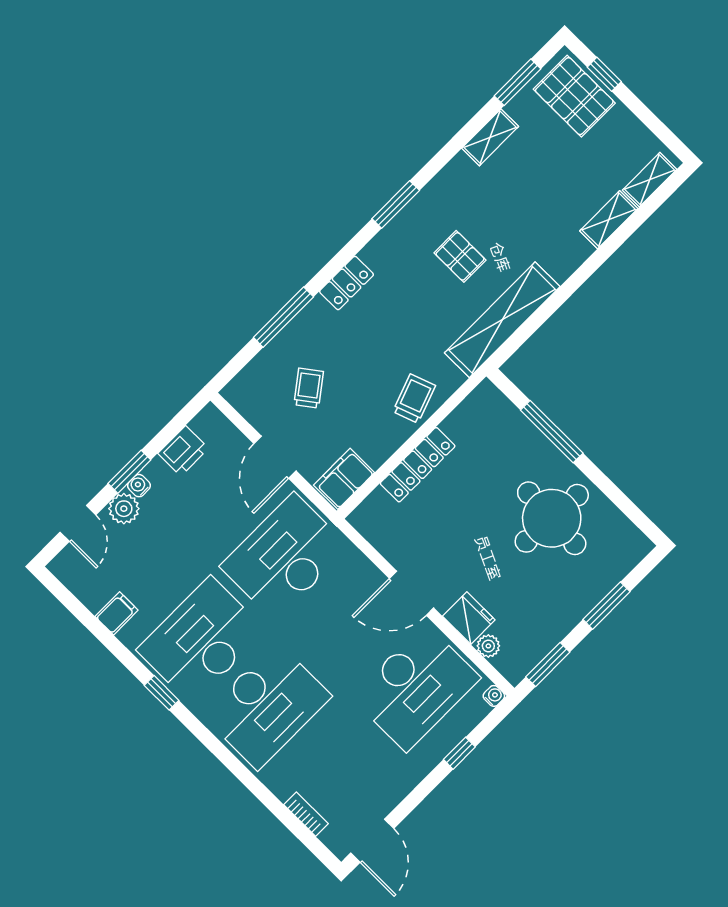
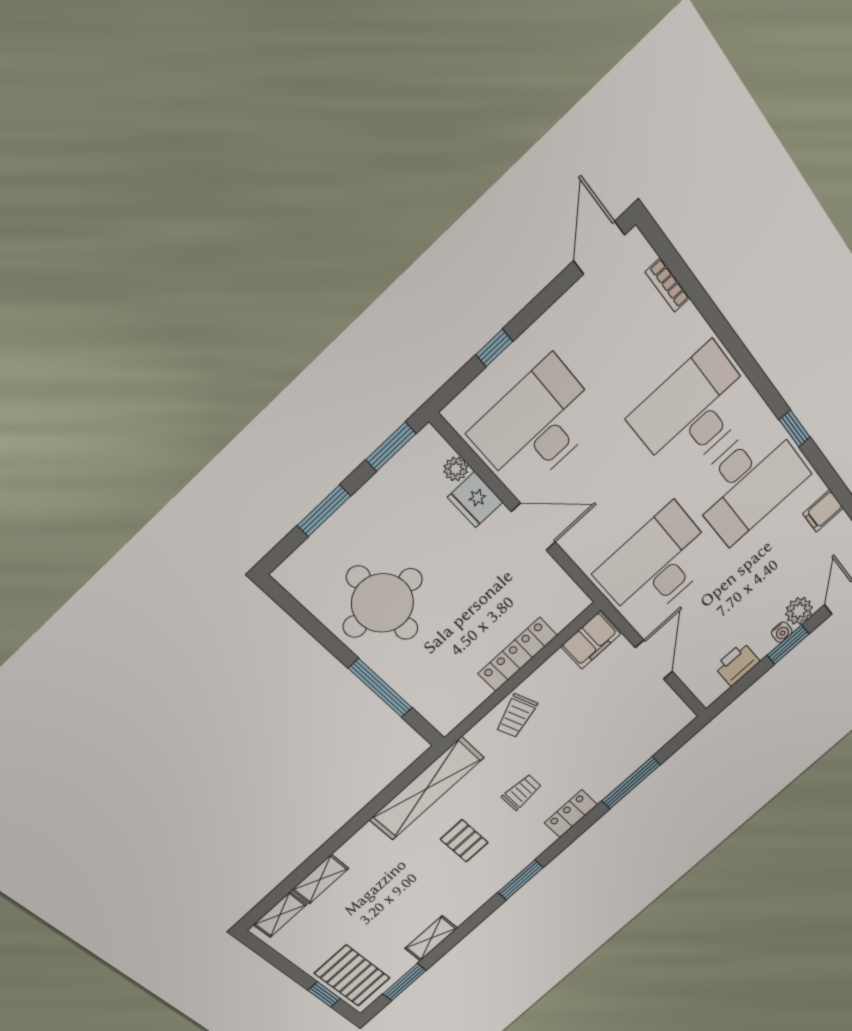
trolley: (309, 388) -> (522, 792), moved, turned -143
desk: (285, 557) -> (656, 565), turned 180
water cooler: (494, 696) -> (452, 413), removed

